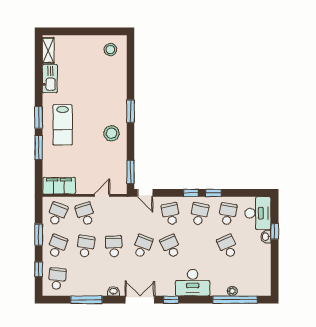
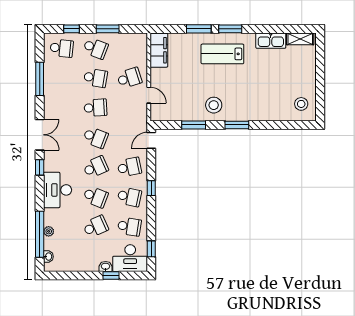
window: (131, 172) -> (194, 125), moved
window: (214, 193) -> (151, 249), moved
school desk: (57, 214) -> (95, 197), moved
washbasin: (113, 291) -> (48, 257), moved

